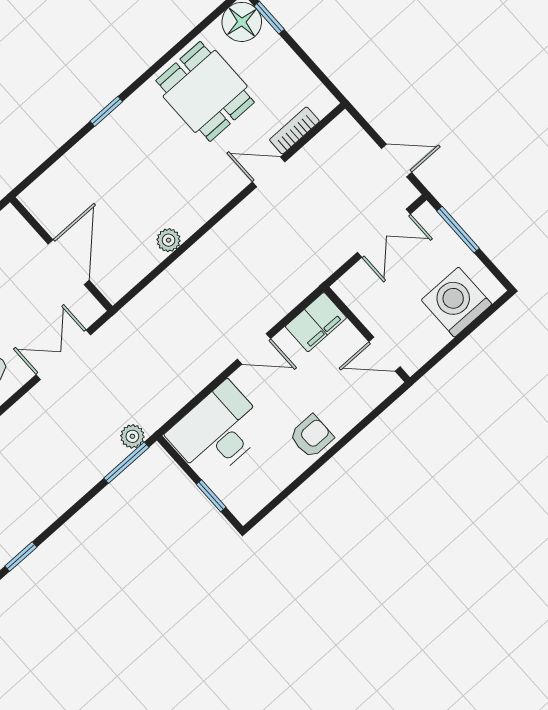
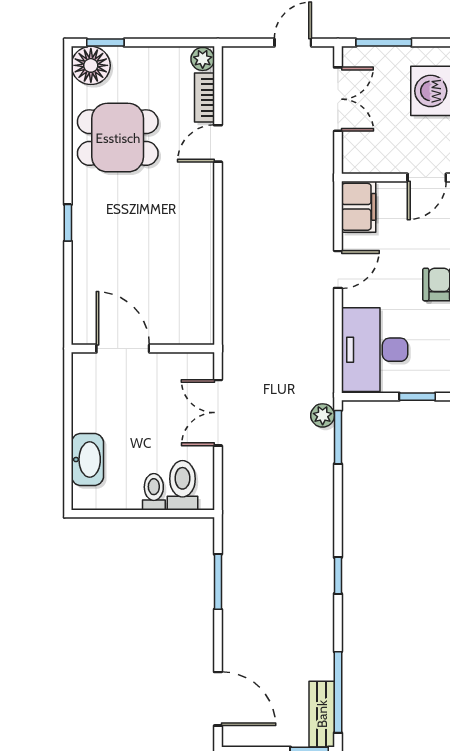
plant: (169, 240) -> (203, 59), moved
door: (68, 262) -> (123, 349), moved

